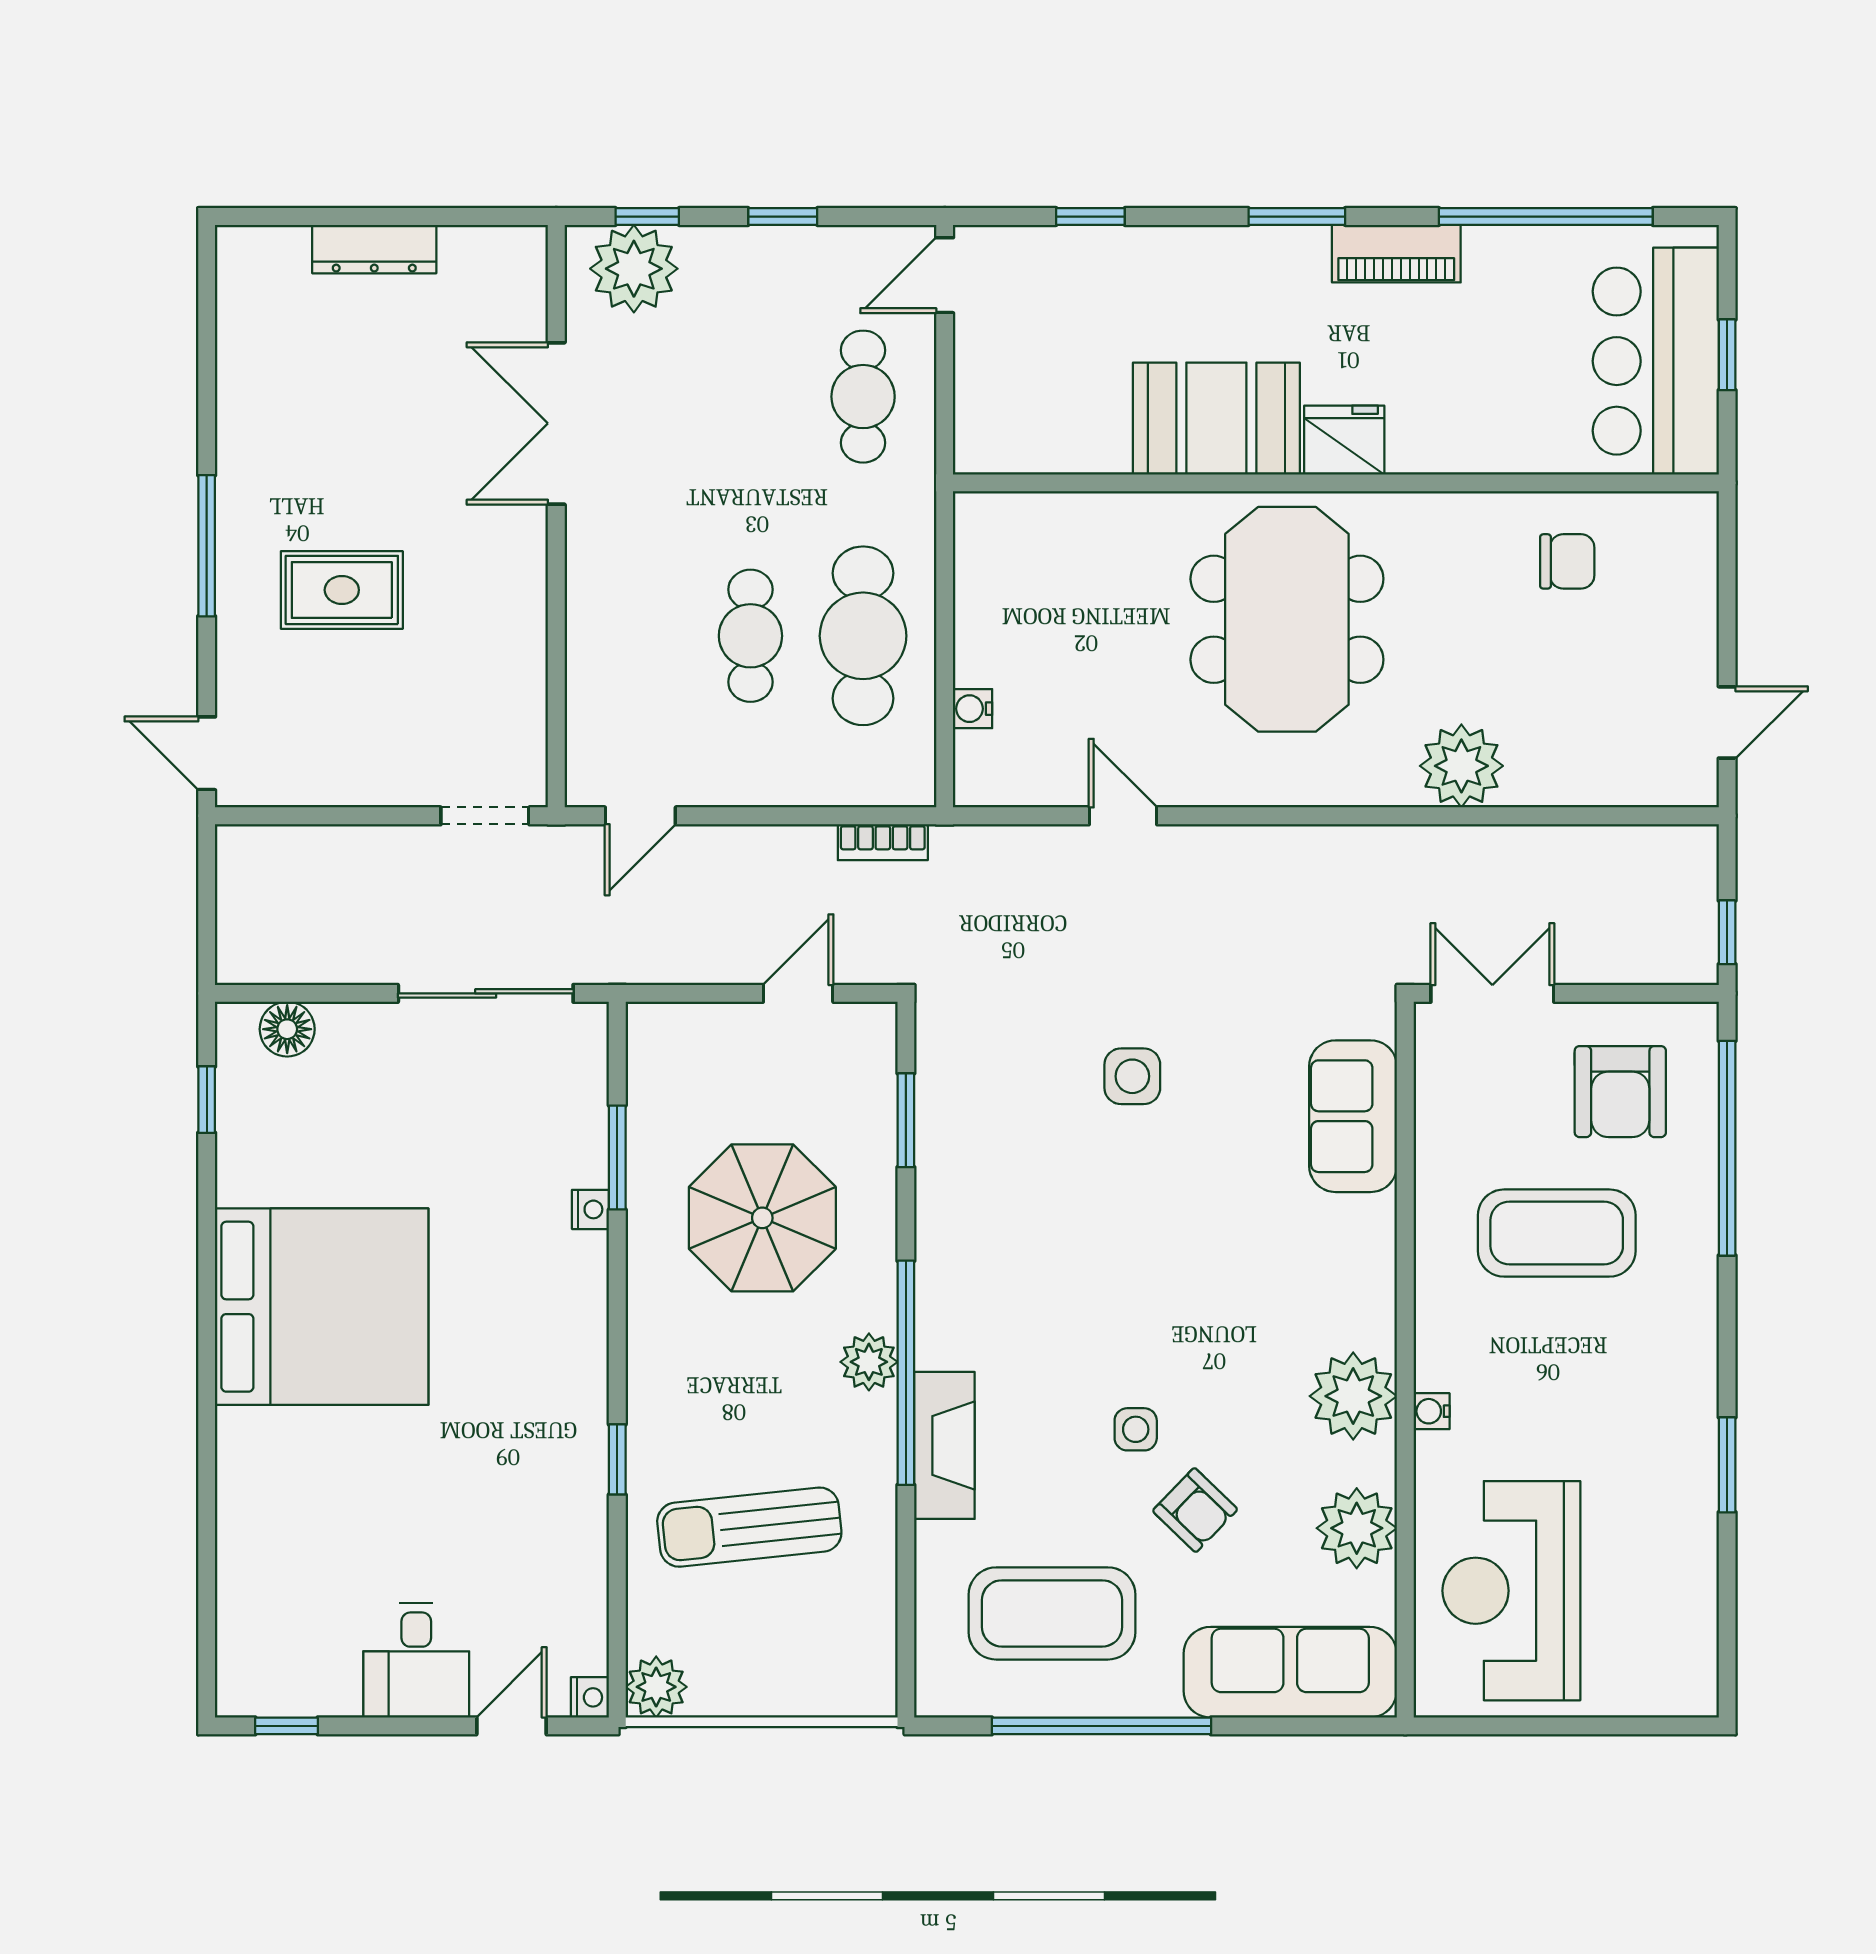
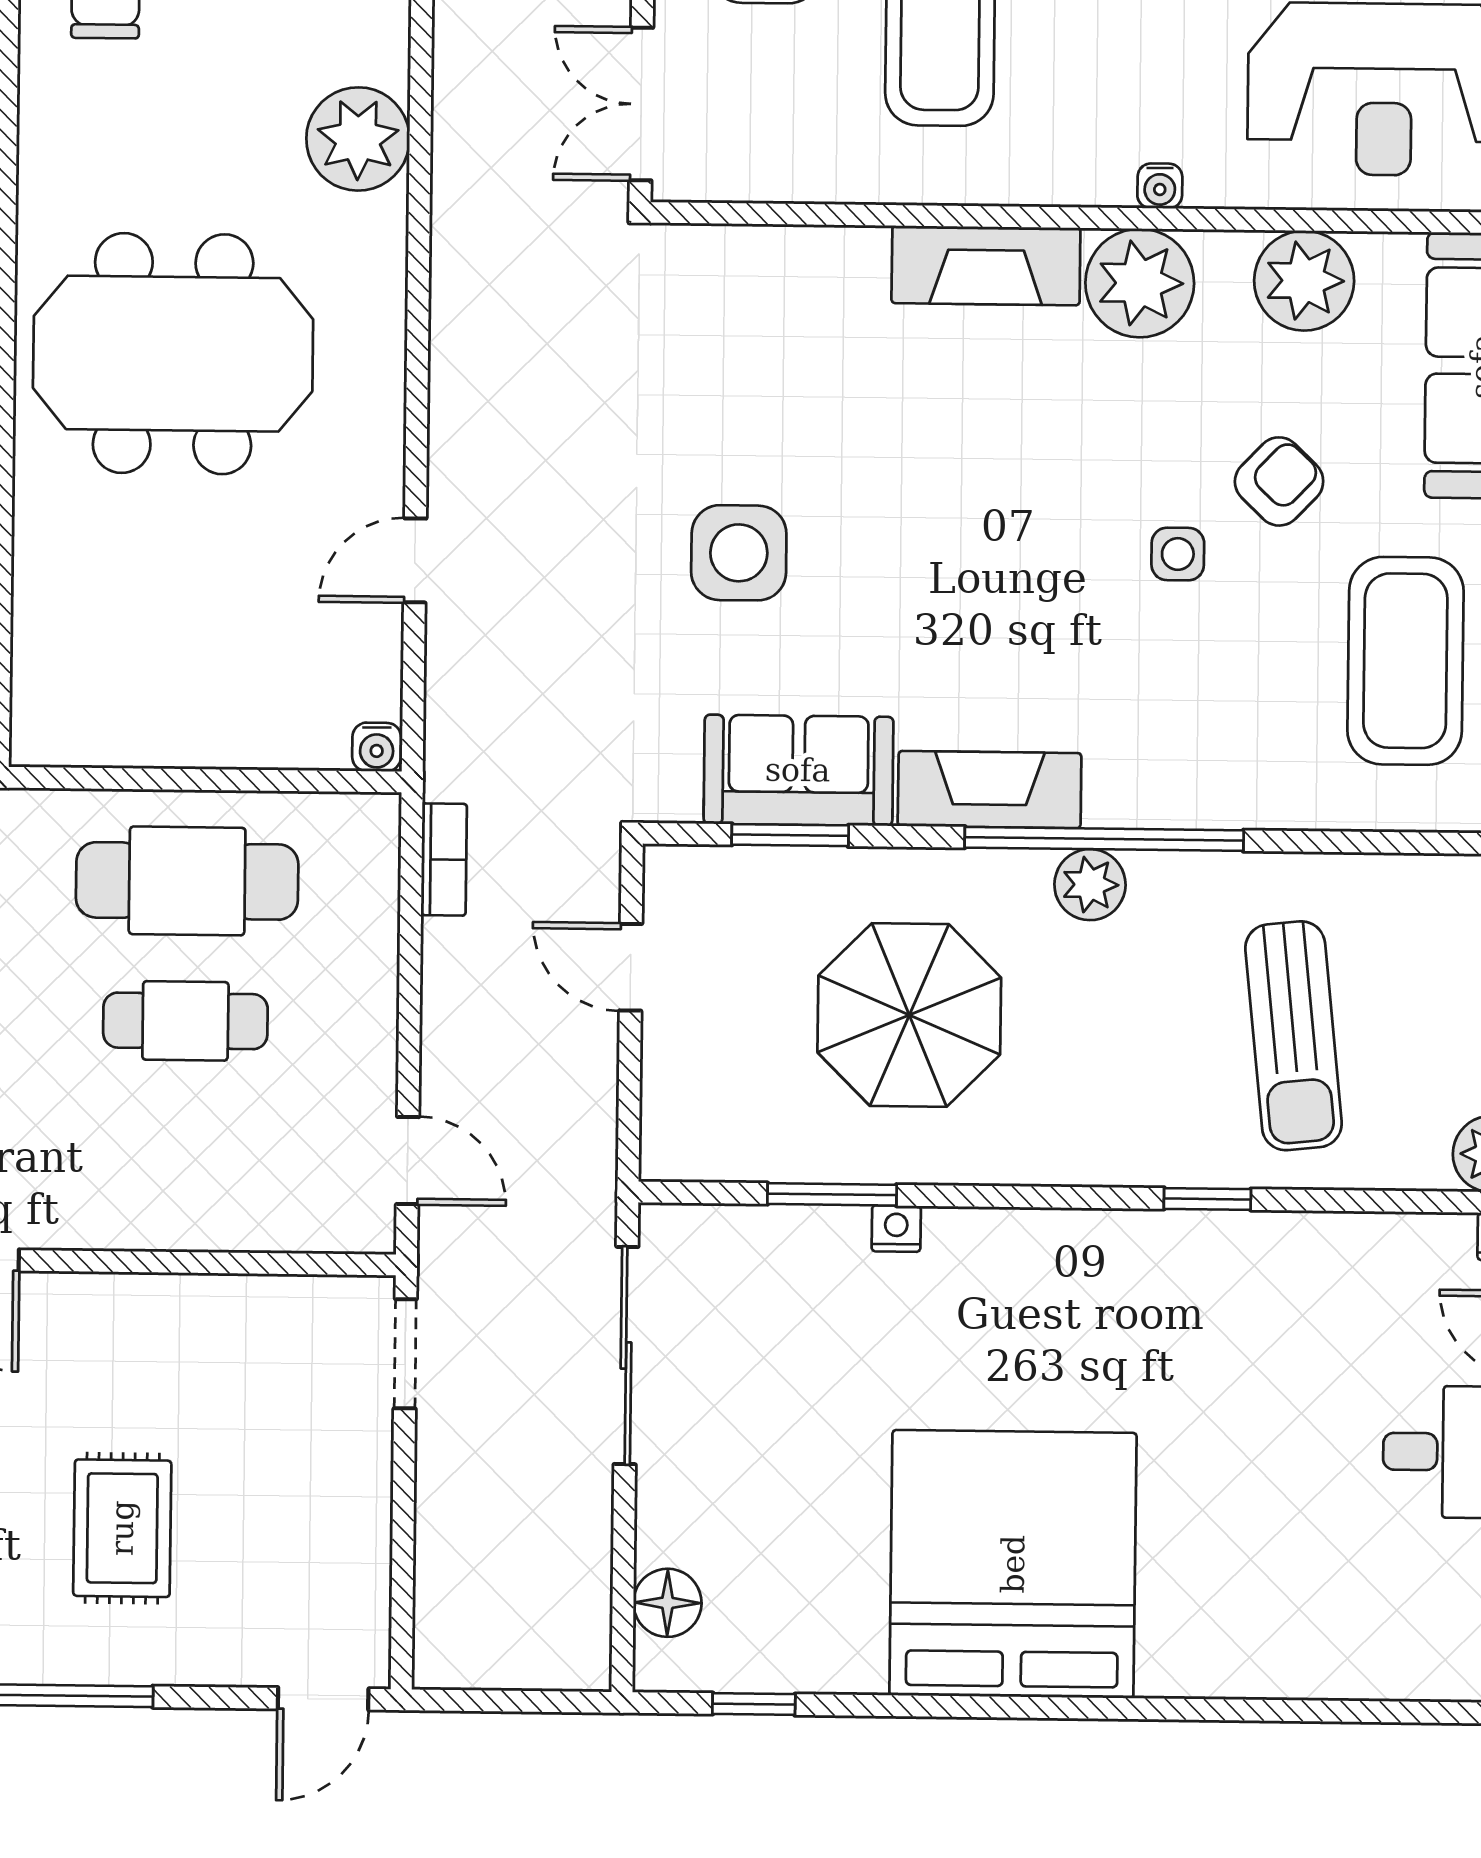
water cooler: (973, 709) -> (377, 747), moved
side table: (1132, 1076) -> (739, 553), width x1.37, depth x1.37
sofa: (1353, 1116) -> (798, 770), moved, turned 180
fireplace: (1366, 1272) -> (986, 266), added
fireplace: (944, 1445) -> (990, 790), moved

